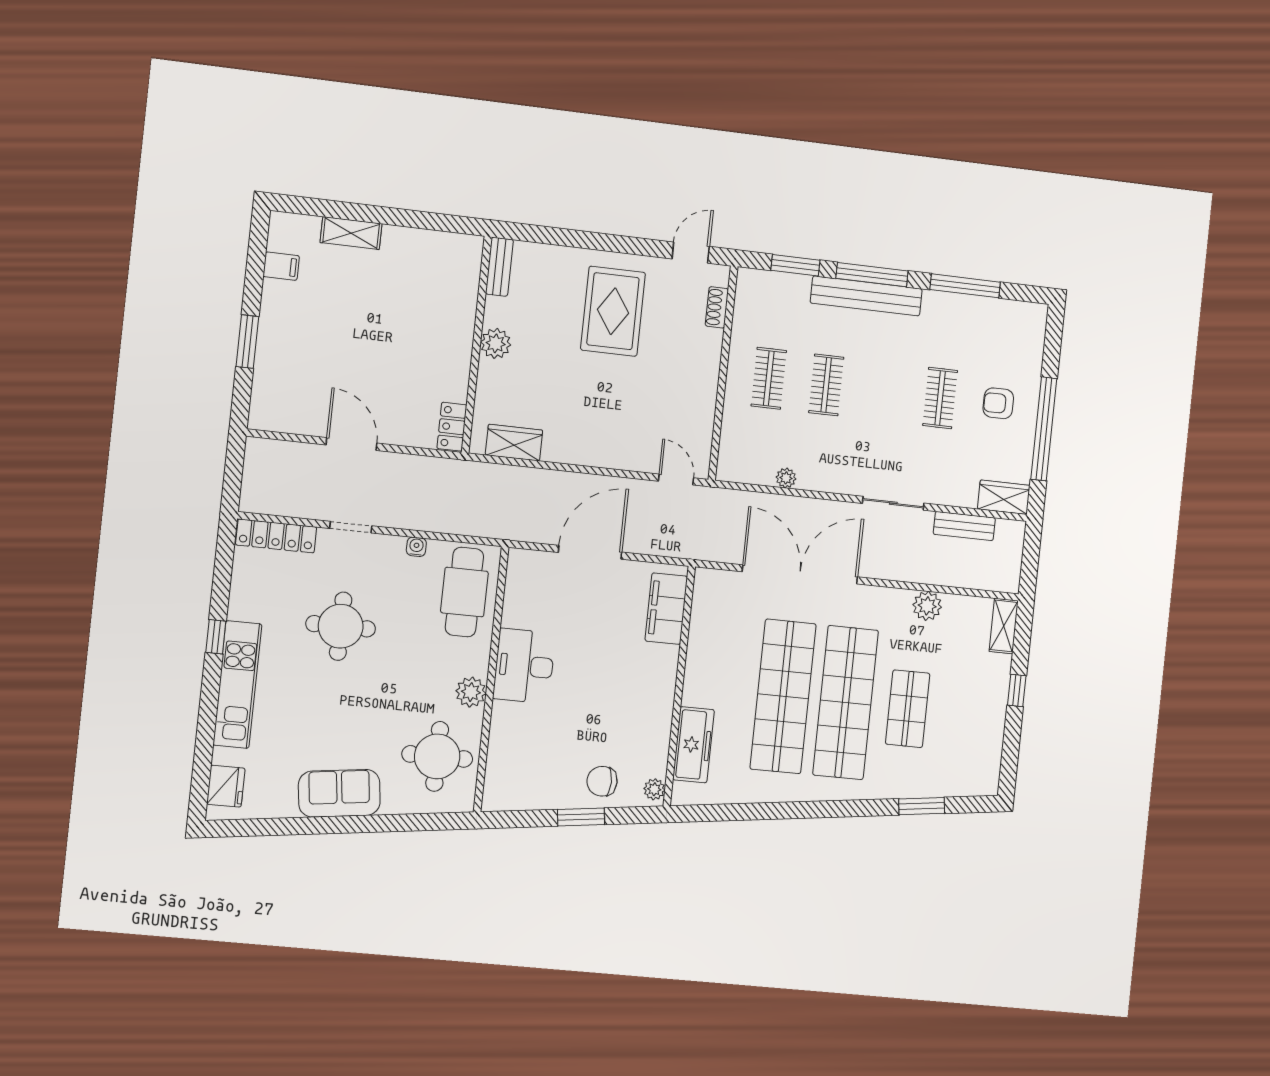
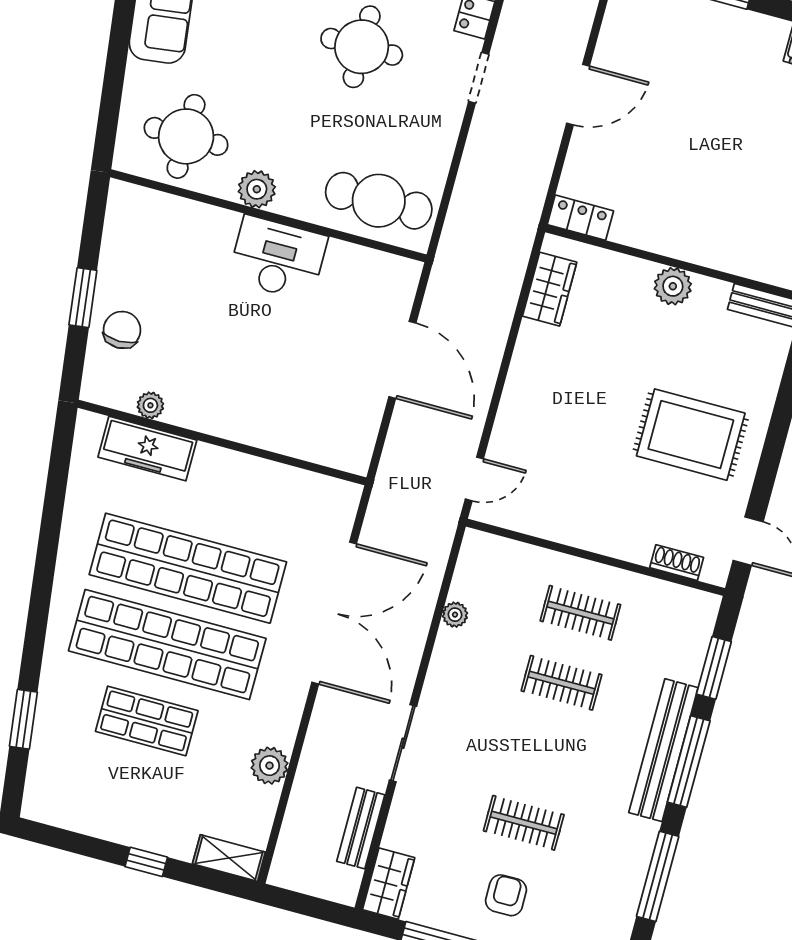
water cooler: (416, 547) -> (442, 152), removed
filing cabinet: (666, 609) -> (319, 442), removed
plant: (654, 789) -> (150, 405), moved

